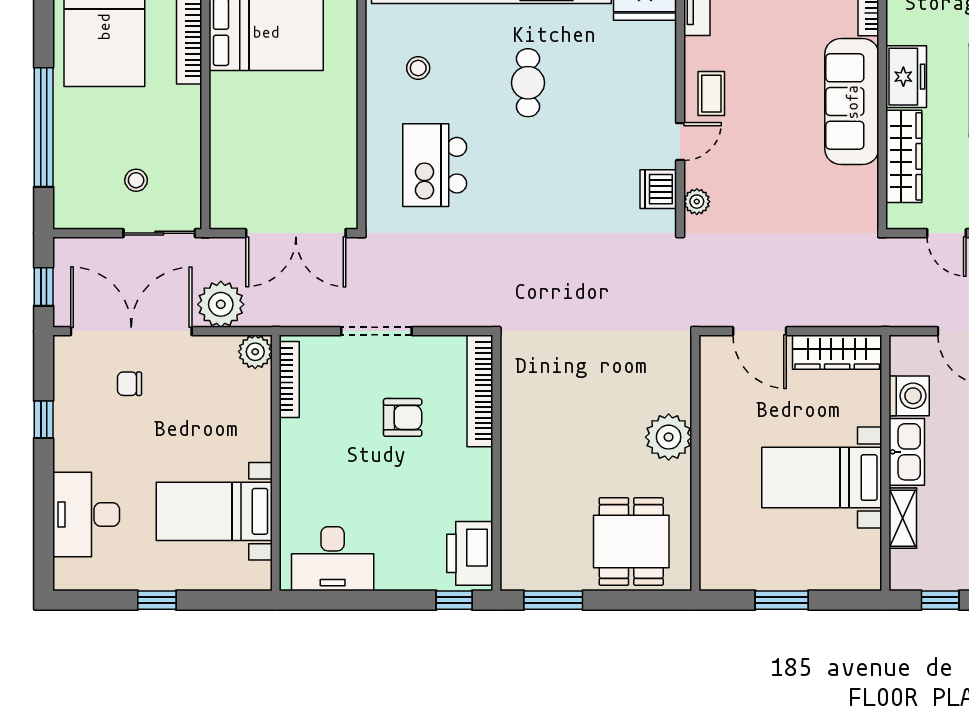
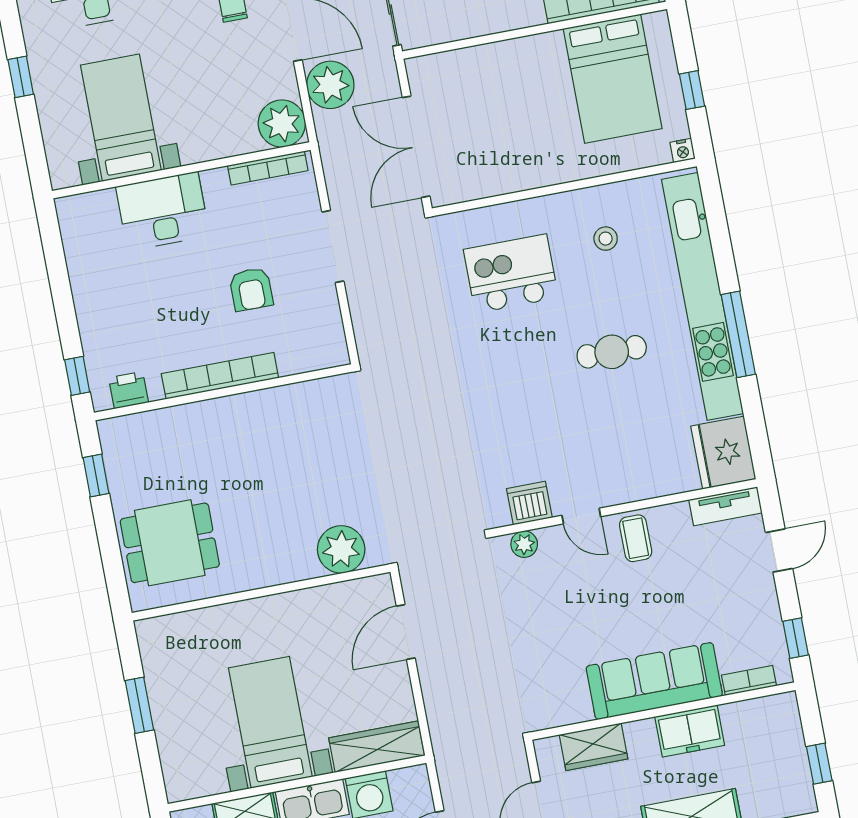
coffee table: (711, 94) -> (636, 538), turned 90
wardrobe: (904, 156) -> (593, 747), width x0.67
plant: (255, 352) -> (282, 124), width x1.36, depth x1.36
wardrobe: (837, 352) -> (377, 747), moved, turned 90
bookcase: (480, 391) -> (220, 376), moved
plant: (669, 437) -> (341, 549), moved
printer: (470, 553) -> (128, 390), width x0.53, depth x0.68
desk: (333, 559) -> (163, 211), moved, turned 90
window: (553, 600) -> (96, 476), width x0.67

